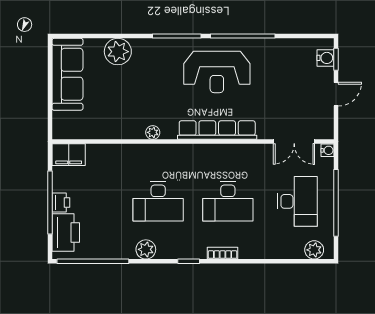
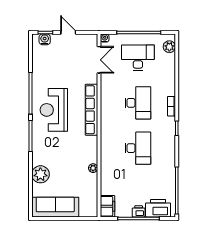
reception desk: (217, 72) -> (54, 110), turned 180
plant: (153, 132) -> (93, 168), moved
plant: (146, 249) -> (169, 156), removed

